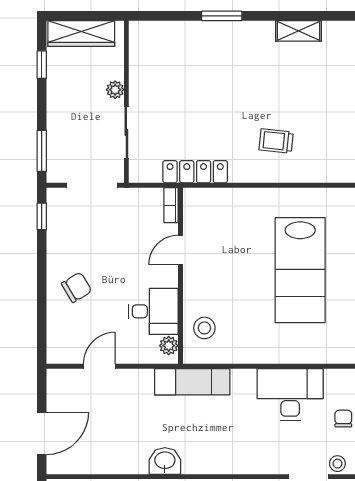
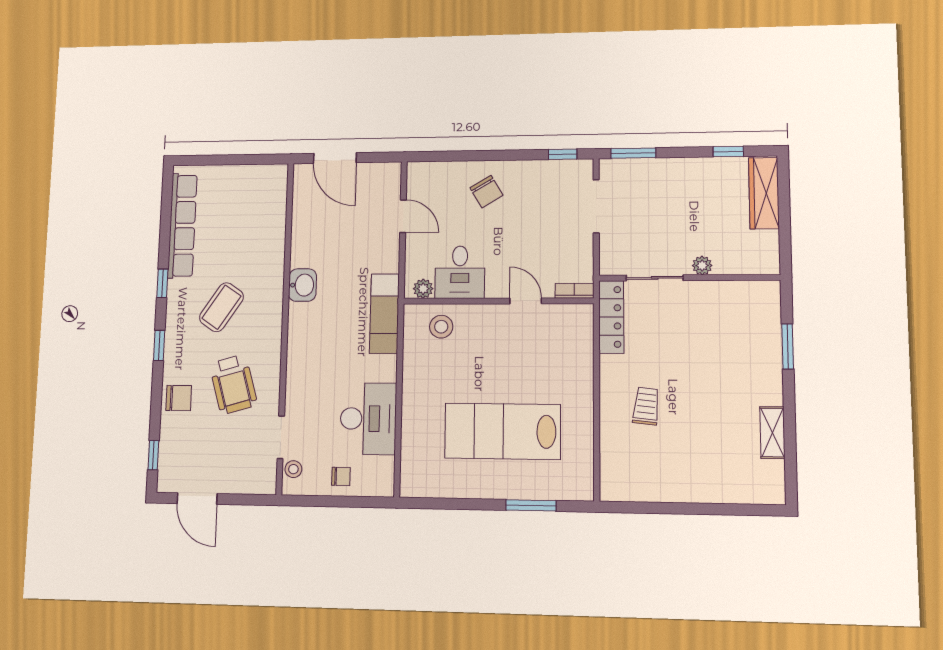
plant: (115, 90) -> (702, 265), moved
wall: (126, 102) -> (689, 278), moved
sliding door: (126, 132) -> (655, 278), moved

